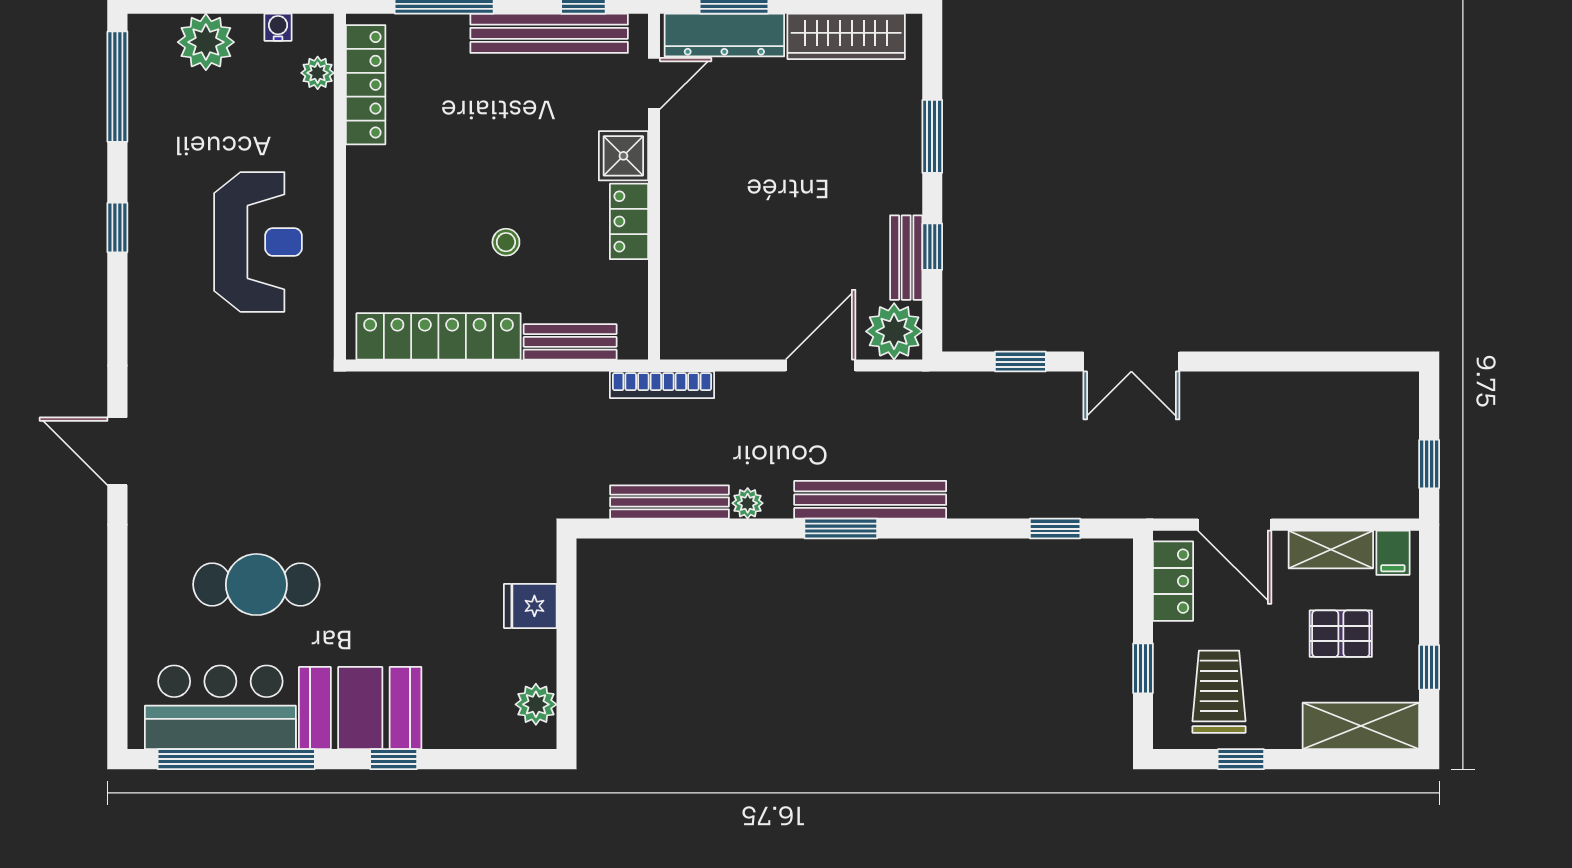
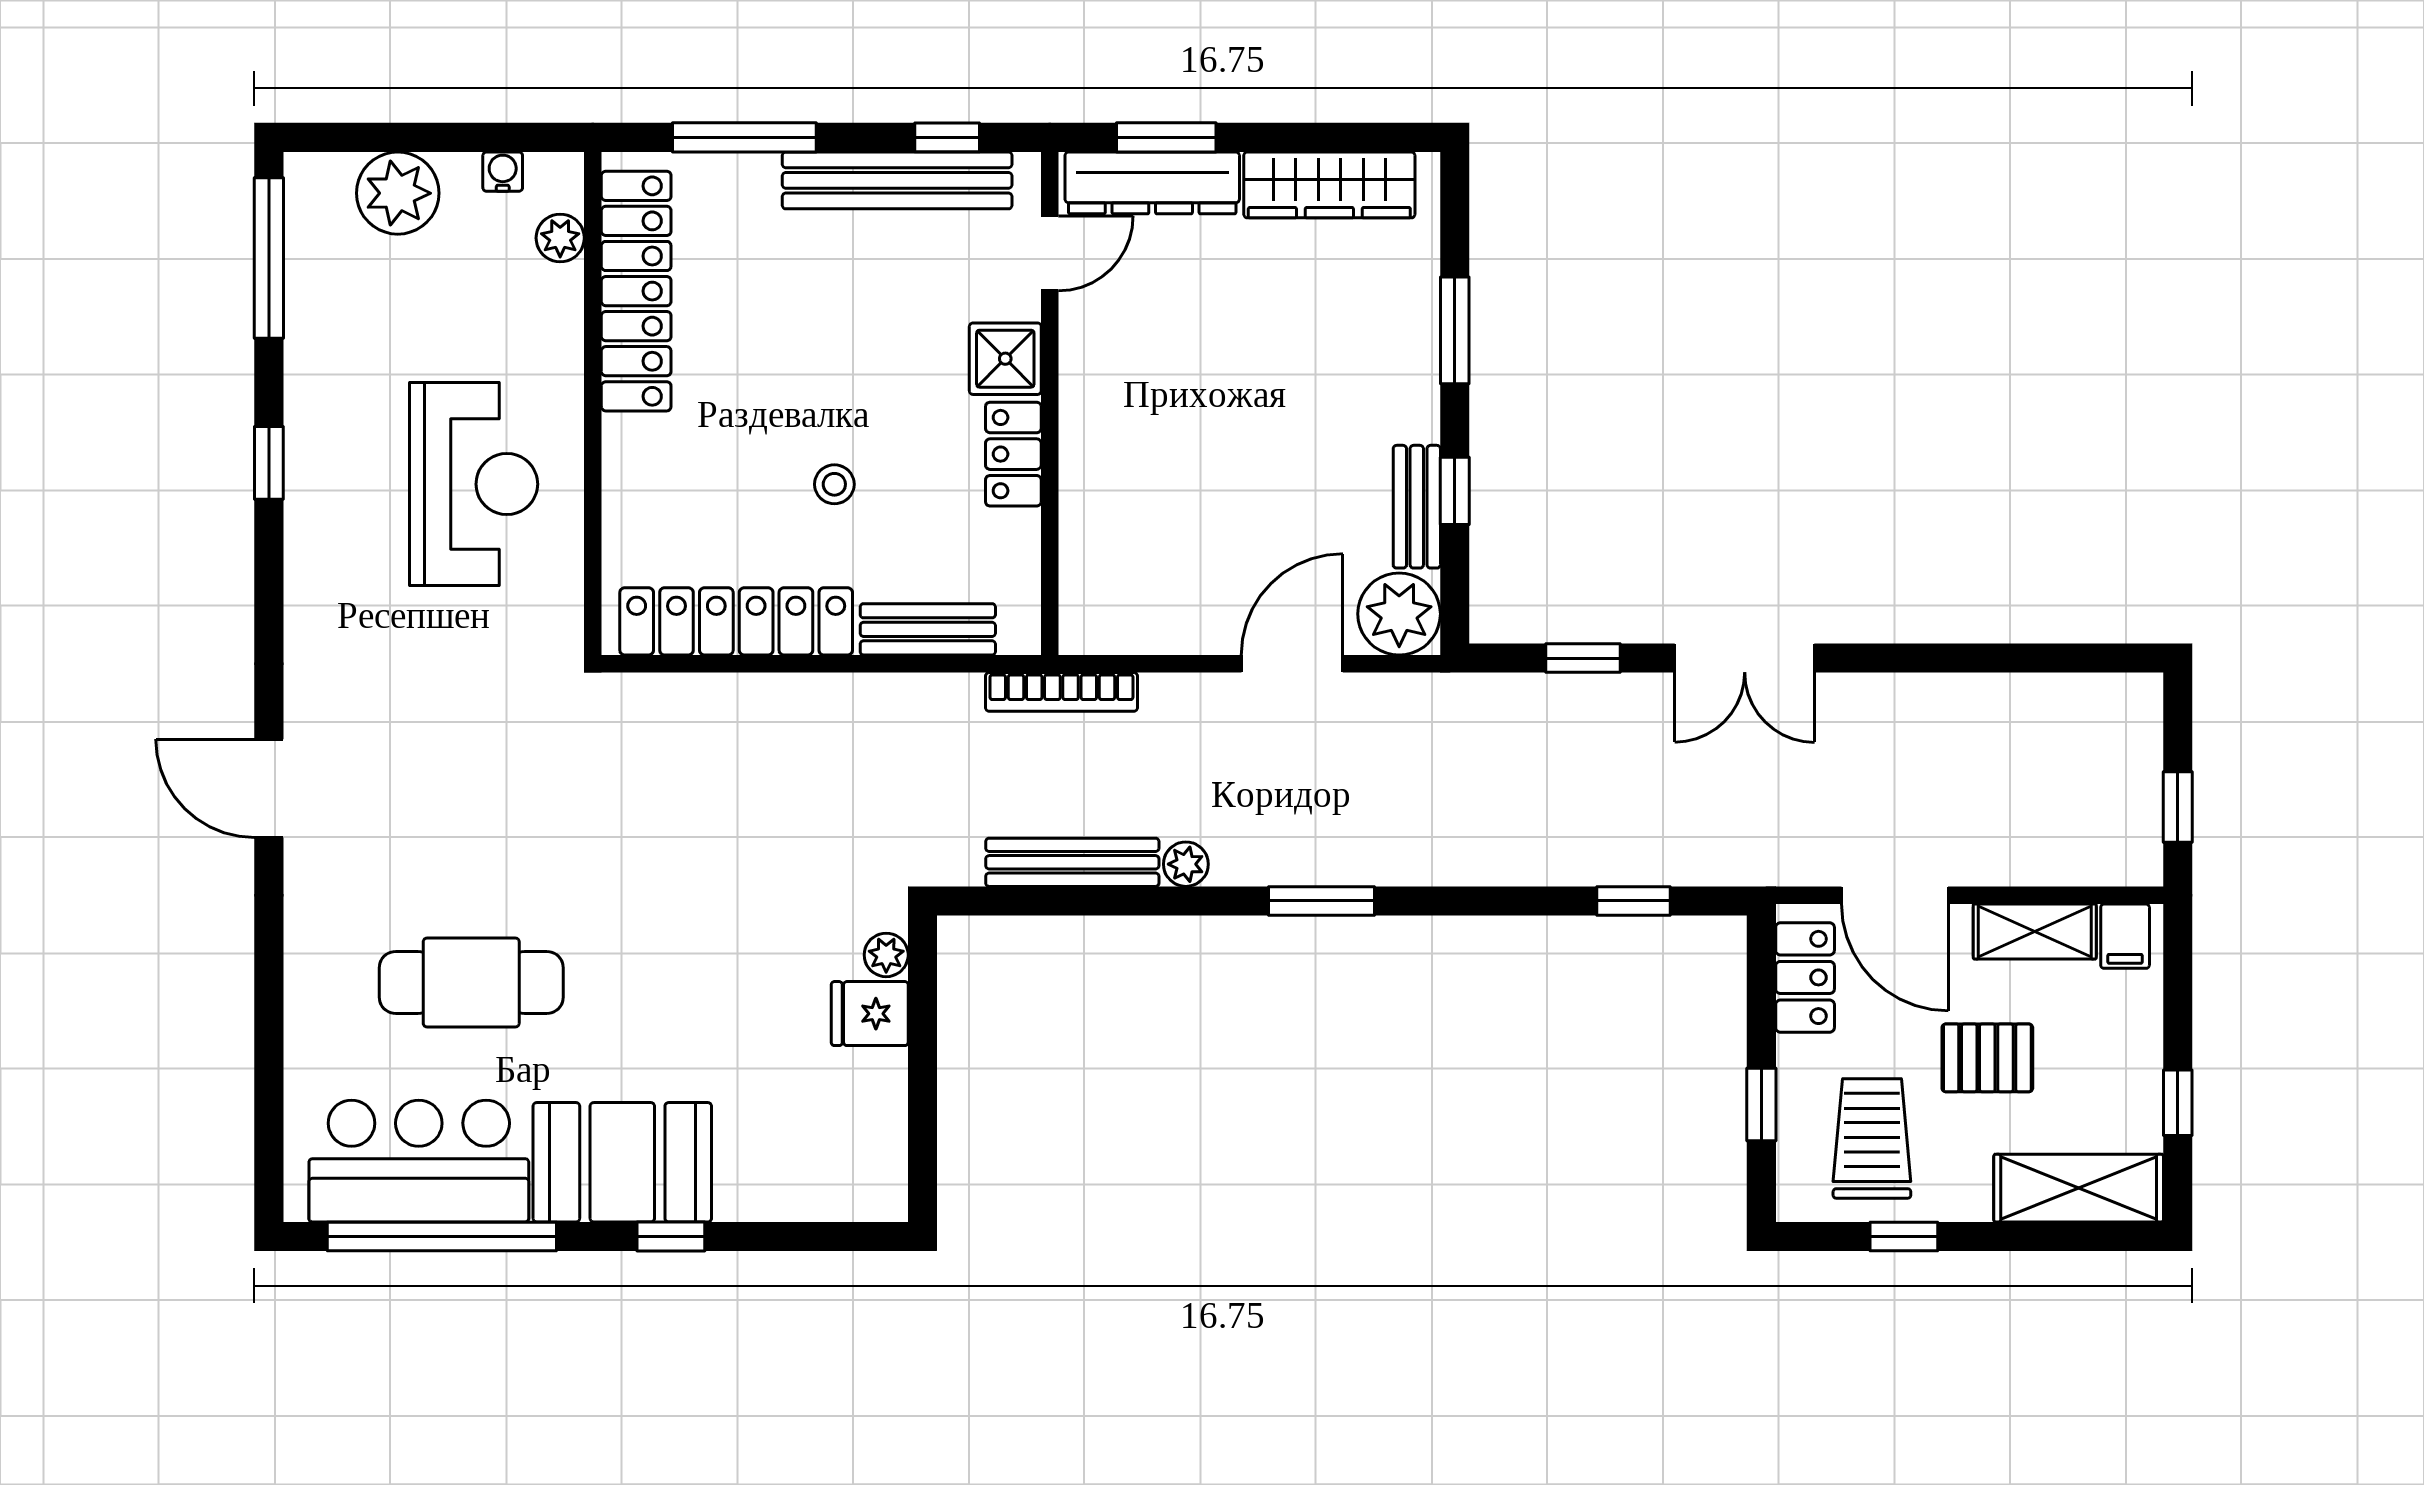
locker: (366, 85) -> (636, 291), width x1.41, depth x1.21
bench: (870, 500) -> (1364, 859), removed
pallet: (1341, 634) -> (1987, 1058), moved
plant: (536, 704) -> (886, 955), moved, width x0.73, depth x0.73

